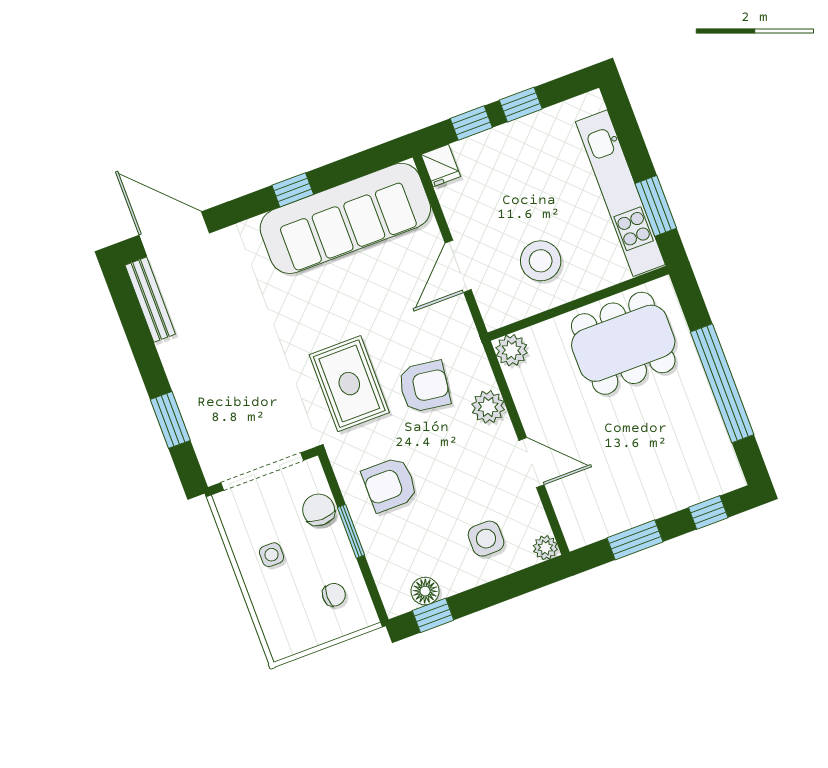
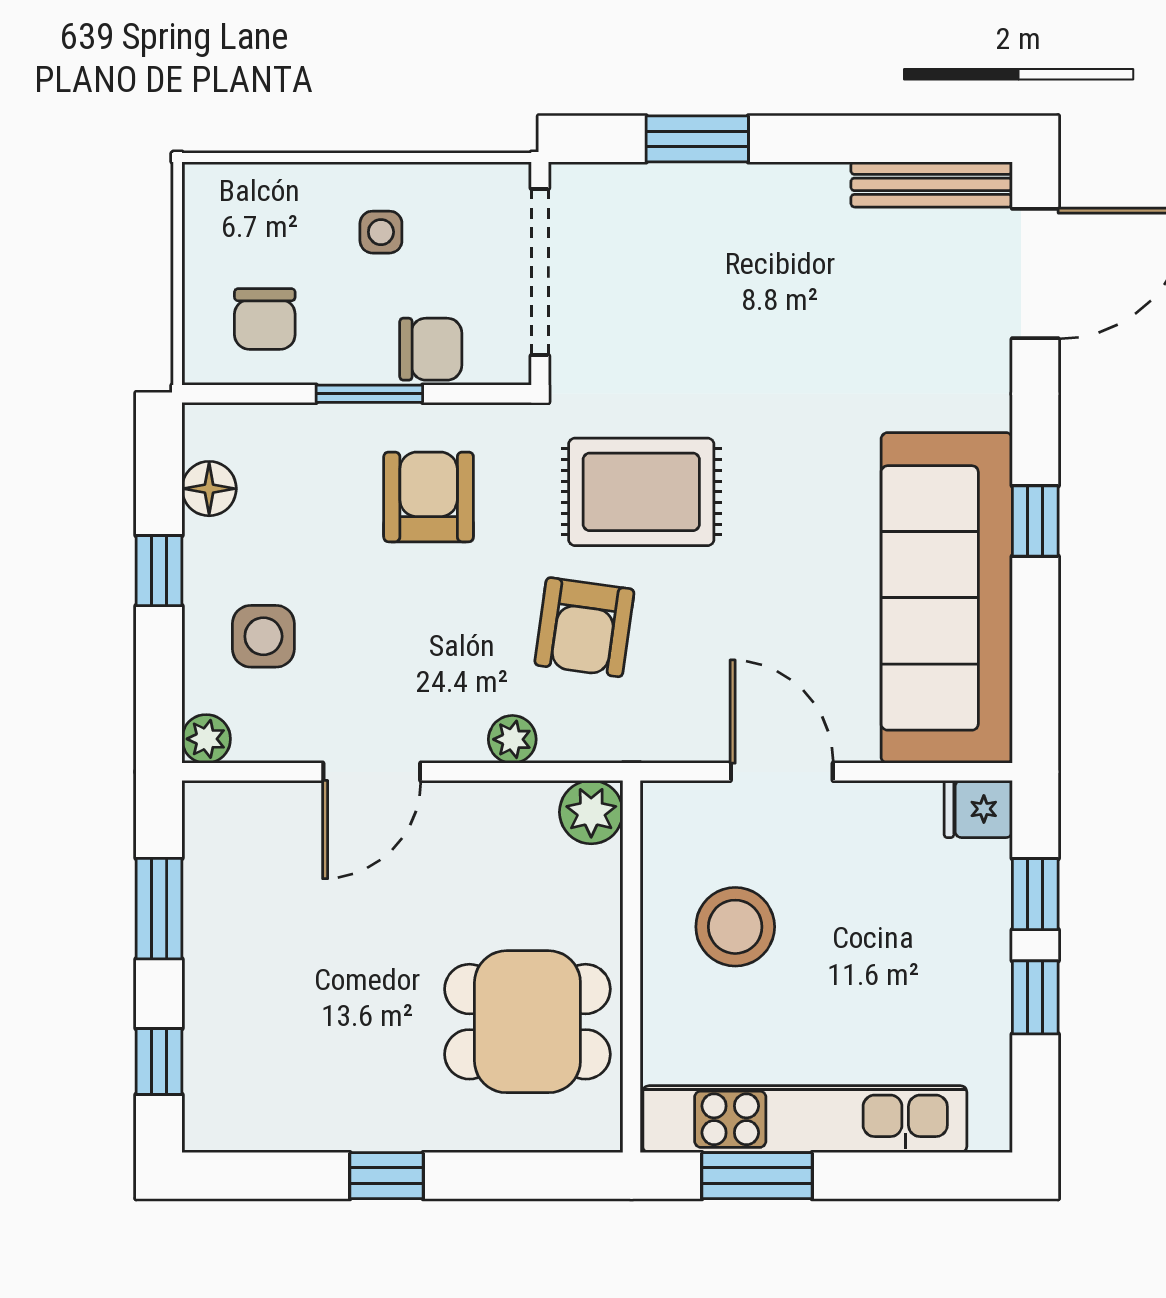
dining table: (623, 343) -> (527, 1022), width x0.73
window: (722, 383) -> (386, 1176), width x0.32
plant: (488, 407) -> (512, 739), width x0.73, depth x0.73
chair: (334, 595) -> (265, 319), width x1.37, depth x1.37
window: (433, 615) -> (159, 571), moved

